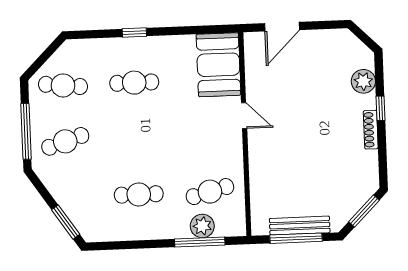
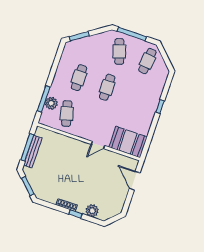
cafe table: (134, 83) -> (107, 87), moved

